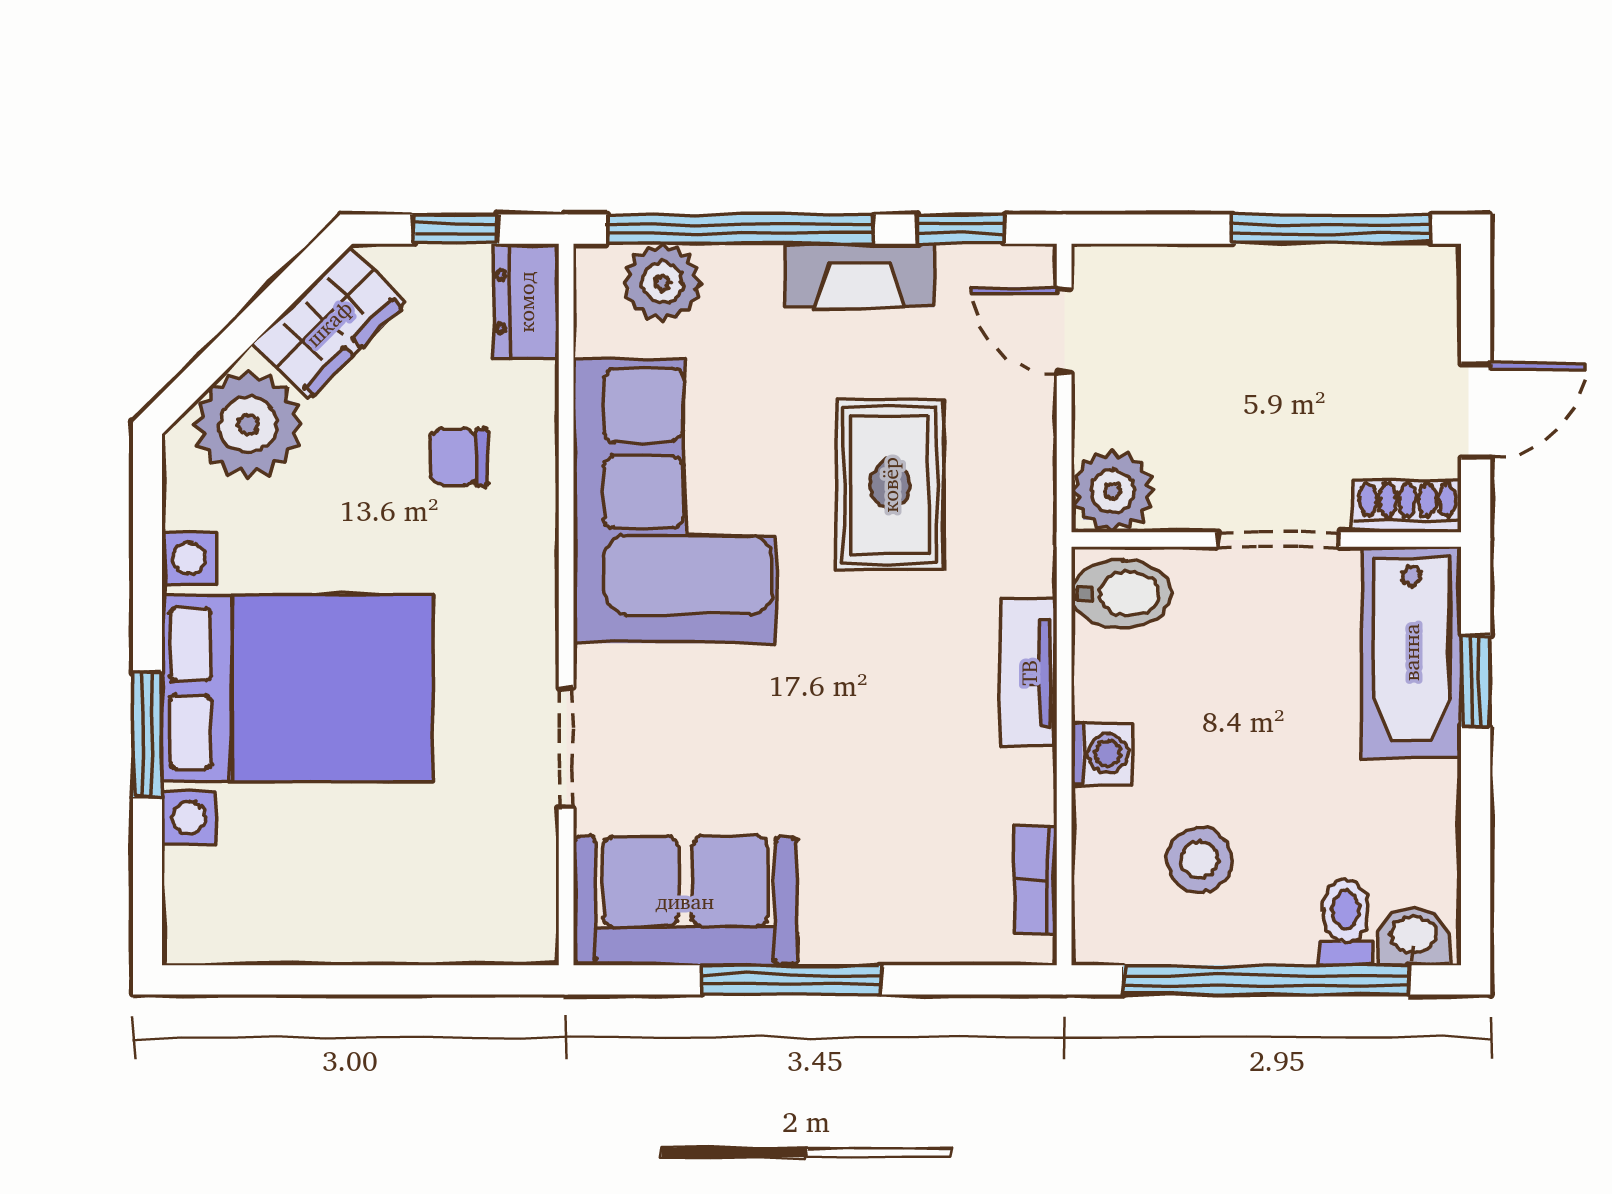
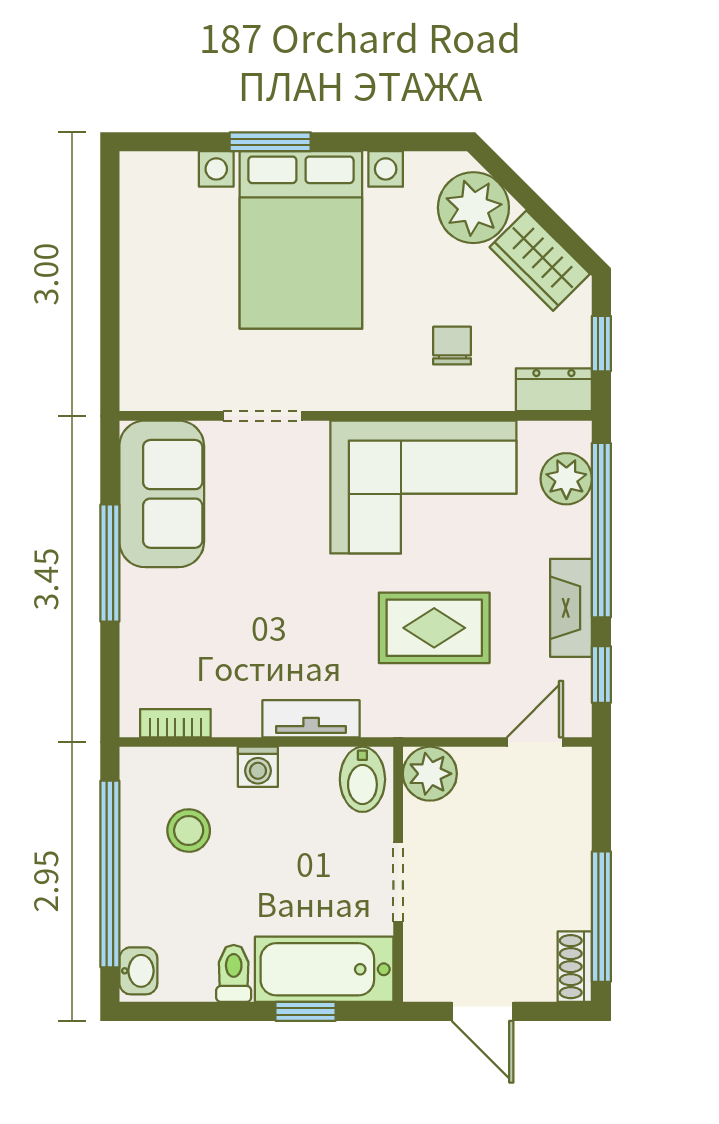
shoe rack: (1407, 506) -> (575, 967), moved, turned 180
toilet: (1345, 922) -> (234, 973), moved, turned -90

